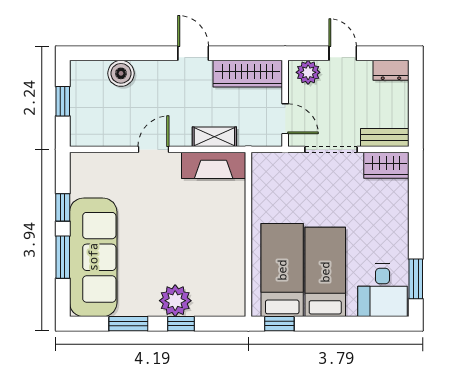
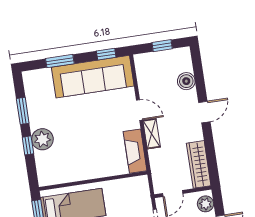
door: (193, 53) -> (204, 112), moved
shelving: (214, 137) -> (152, 134), moved
window: (63, 207) -> (106, 54), moved
sofa: (93, 257) -> (93, 77), moved

